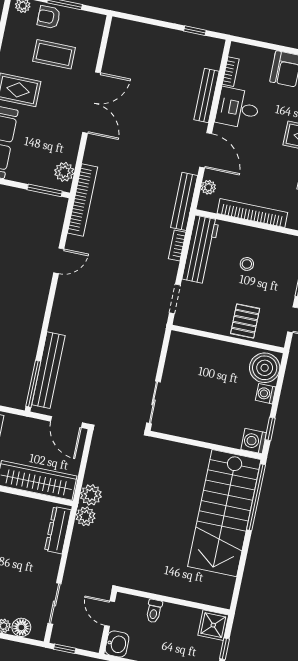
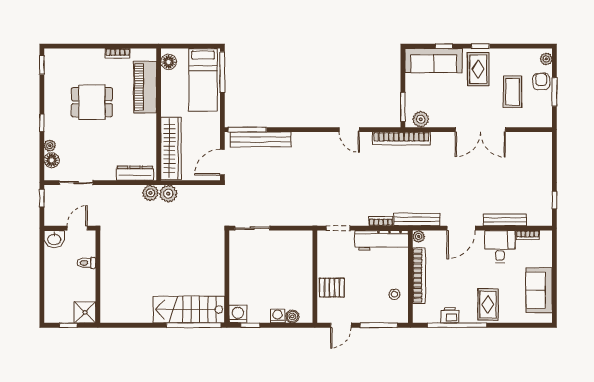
plant: (208, 187) -> (419, 236), moved
stool: (247, 264) -> (394, 294), moved
boiler: (265, 368) -> (292, 316), width x0.54, depth x0.54
stairs: (224, 513) -> (189, 310), width x0.73, depth x0.66

